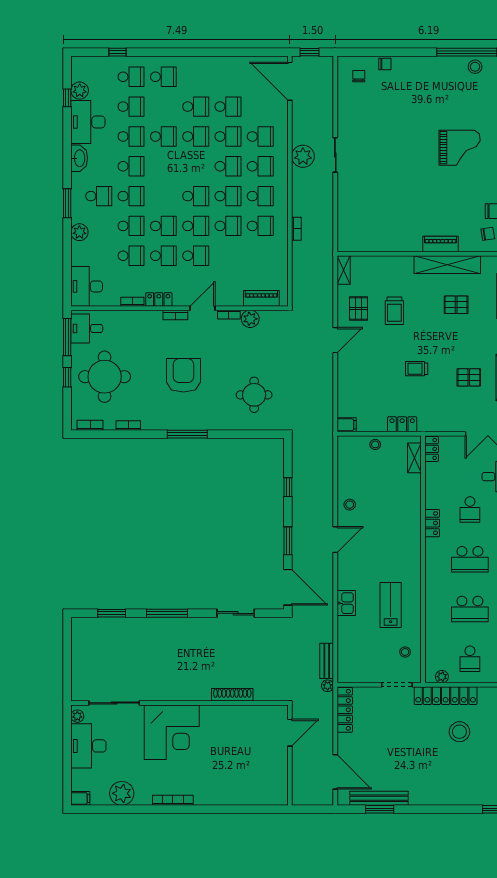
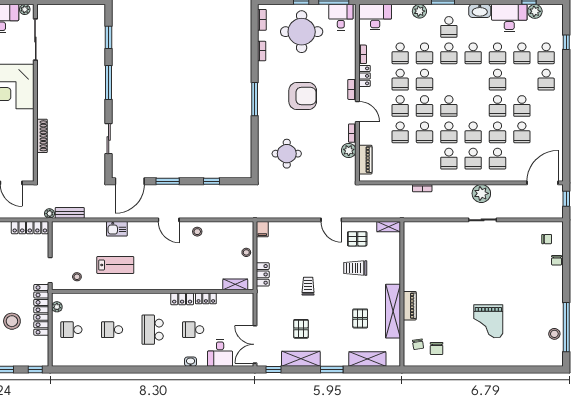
school desk: (260, 226) -> (400, 132), moved
locker: (432, 449) -> (206, 298), moved
school desk: (470, 609) -> (112, 330), width x0.54

